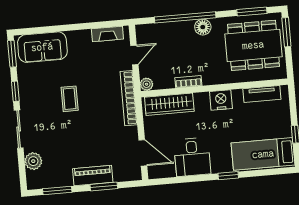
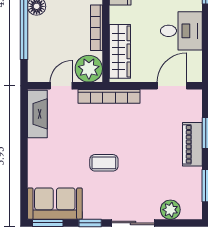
fireplace: (107, 34) -> (37, 114), width x1.37, depth x1.32
sofa: (42, 47) -> (55, 204), moved, turned -90
door: (134, 55) -> (61, 86), hinge flipped
bookcase: (188, 82) -> (96, 28), width x1.56
plant: (147, 84) -> (89, 69), width x1.88, depth x1.88

